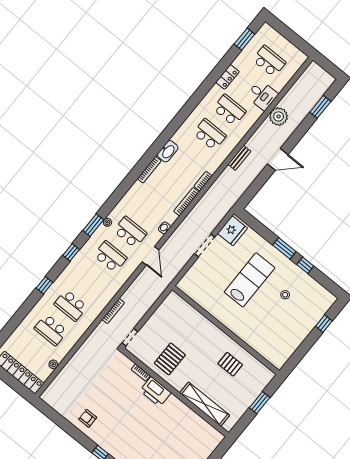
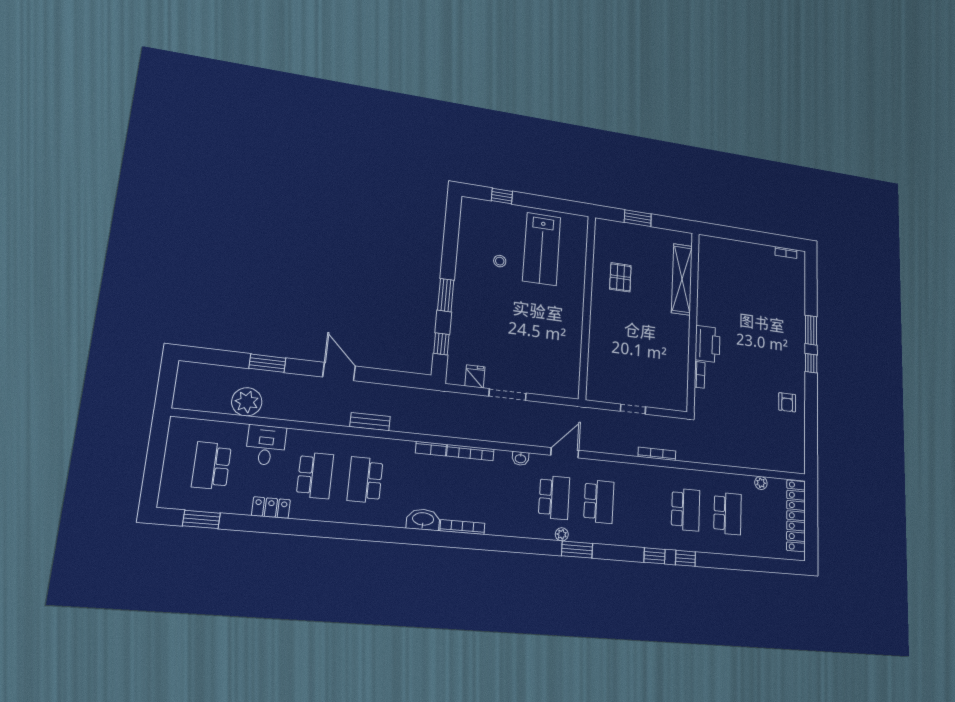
window: (320, 107) -> (267, 363), moved
school desk: (229, 110) -> (315, 475), turned 180
plant: (279, 116) -> (247, 402), moved
fridge: (232, 231) -> (475, 376), width x0.53, depth x0.75
school desk: (130, 232) -> (554, 497), turned 180
window: (71, 252) -> (654, 556), moved
school desk: (110, 257) -> (599, 502), turned 180
window: (305, 265) -> (441, 344), moved
lab bench: (250, 280) -> (542, 249), moved, turned -90
doorway: (130, 337) -> (633, 409), moved
pallet: (170, 359) -> (663, 351), removed

